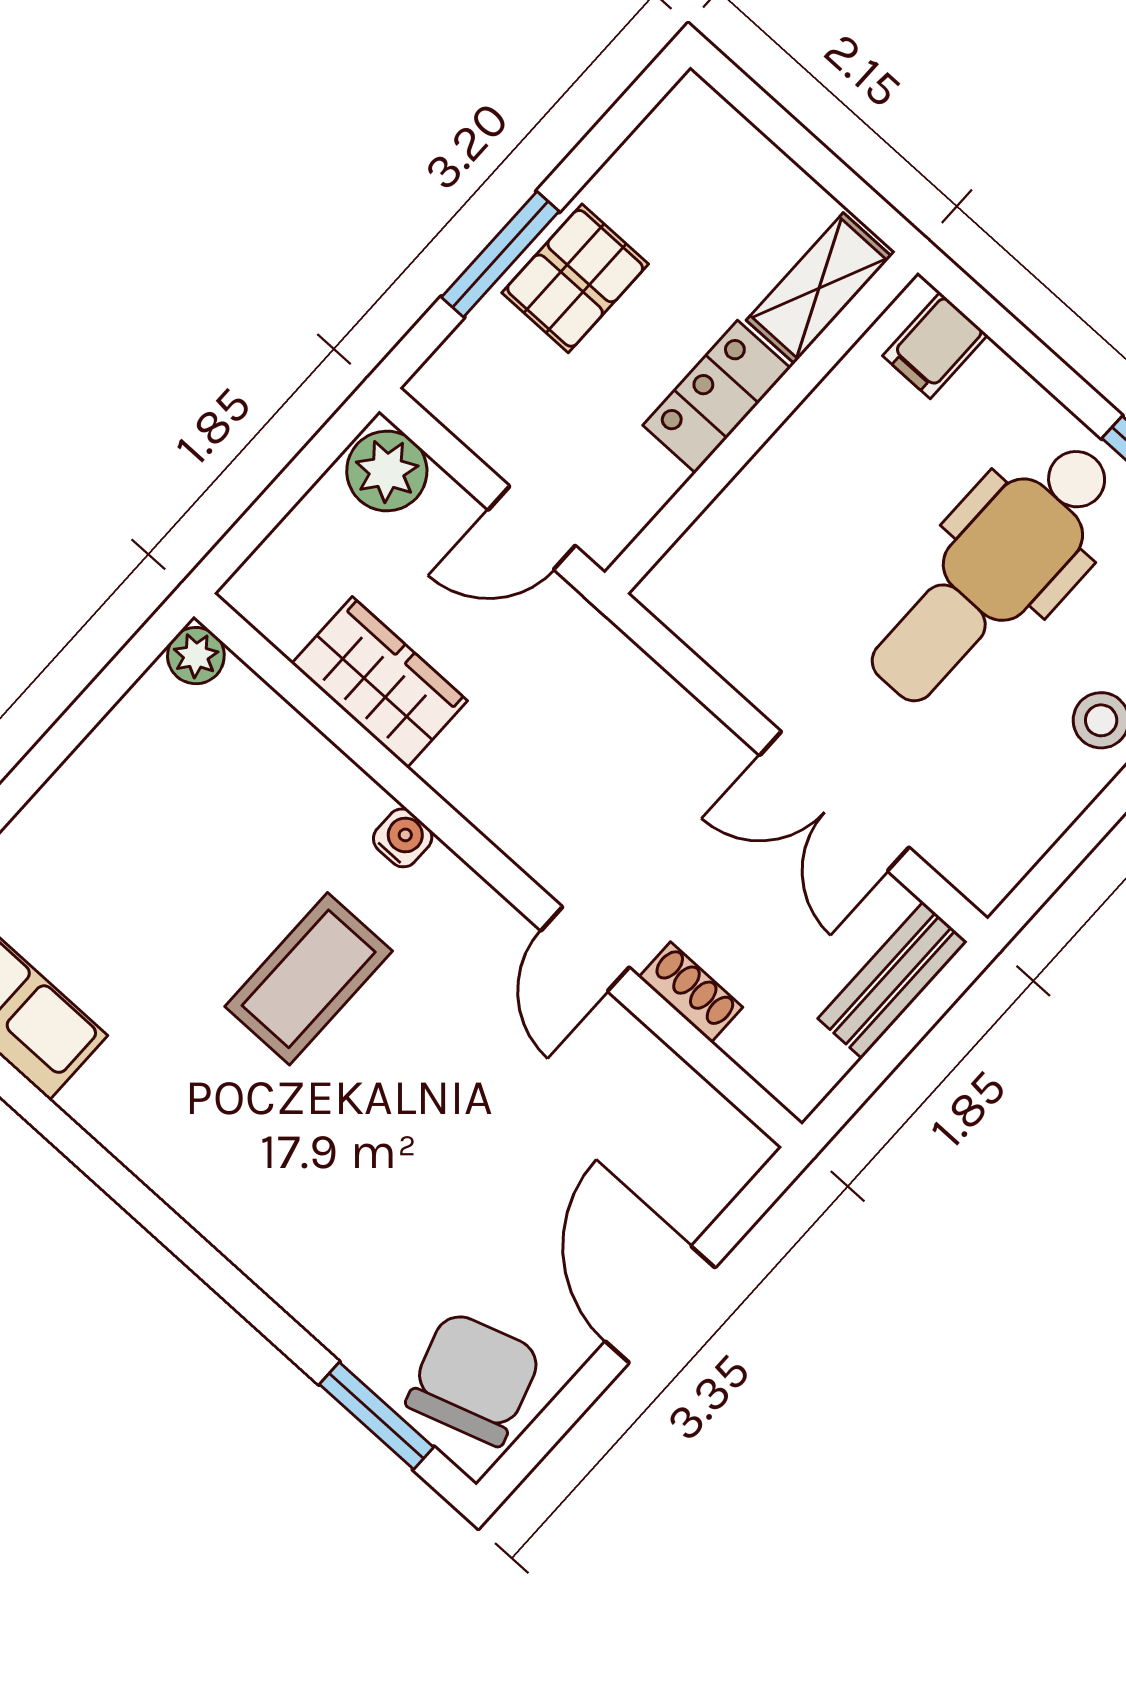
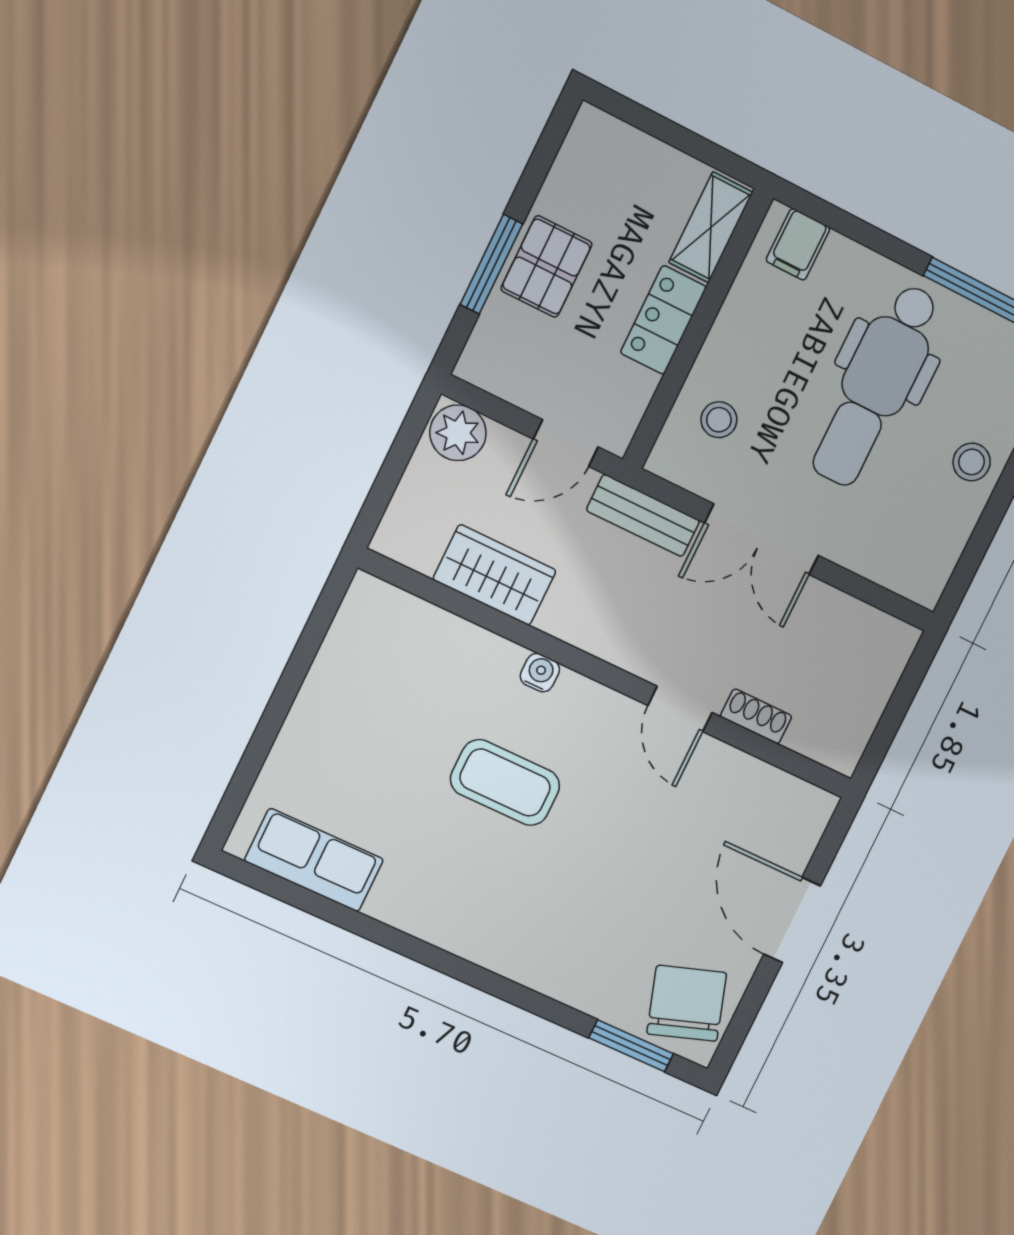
stool: (756, 557) -> (719, 420), added
plant: (196, 656) -> (367, 593), removed
double door: (834, 801) -> (762, 539), moved
coffee table: (309, 979) -> (505, 783), turned 90
bench: (893, 980) -> (643, 516), moved, turned 90

